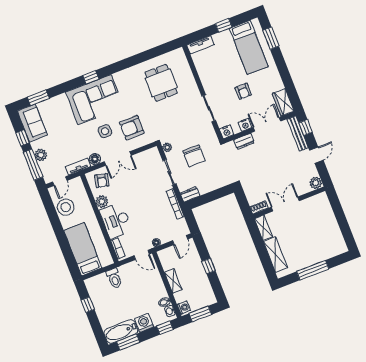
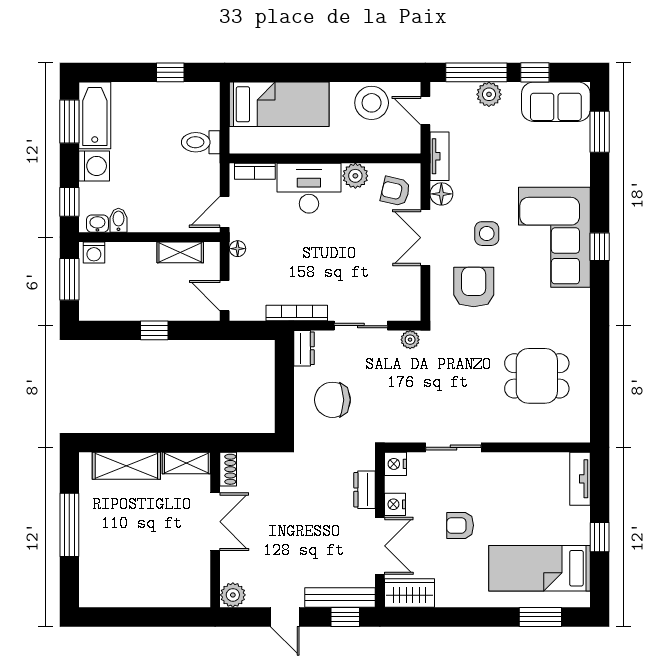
chair: (194, 156) -> (332, 400), moved
shelving: (173, 281) -> (180, 252), moved

